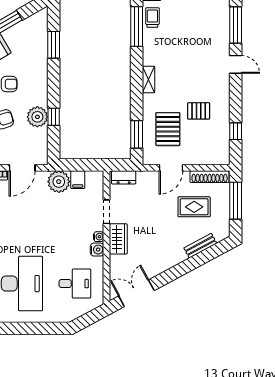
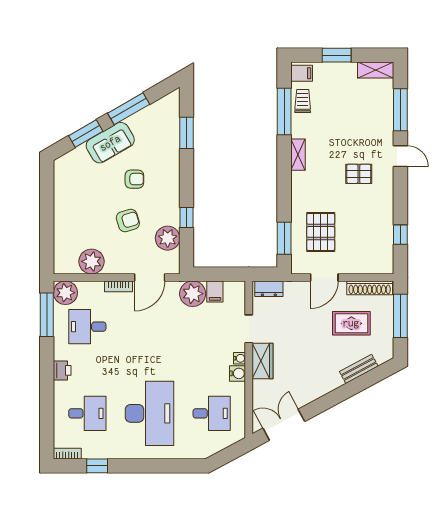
shelving: (148, 80) -> (298, 155), moved
pallet: (199, 111) -> (359, 174), moved
plant: (37, 117) -> (168, 238), moved

